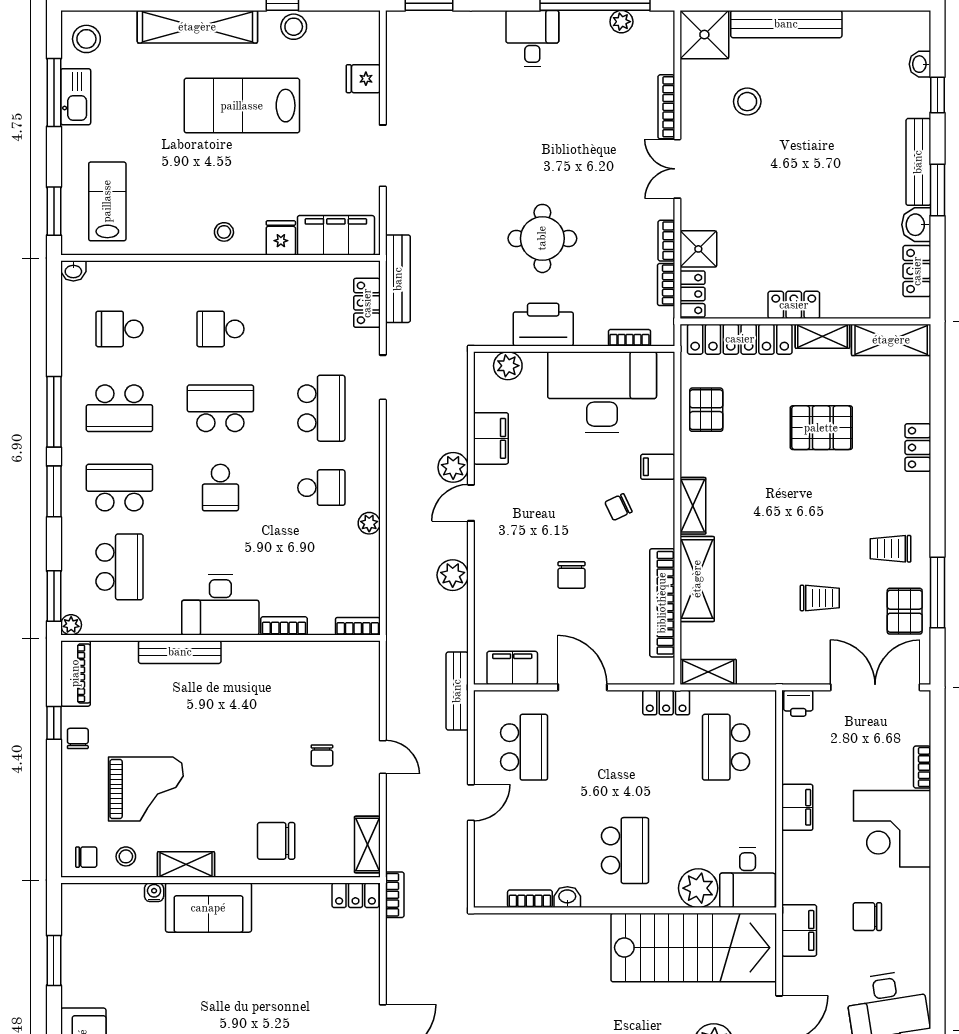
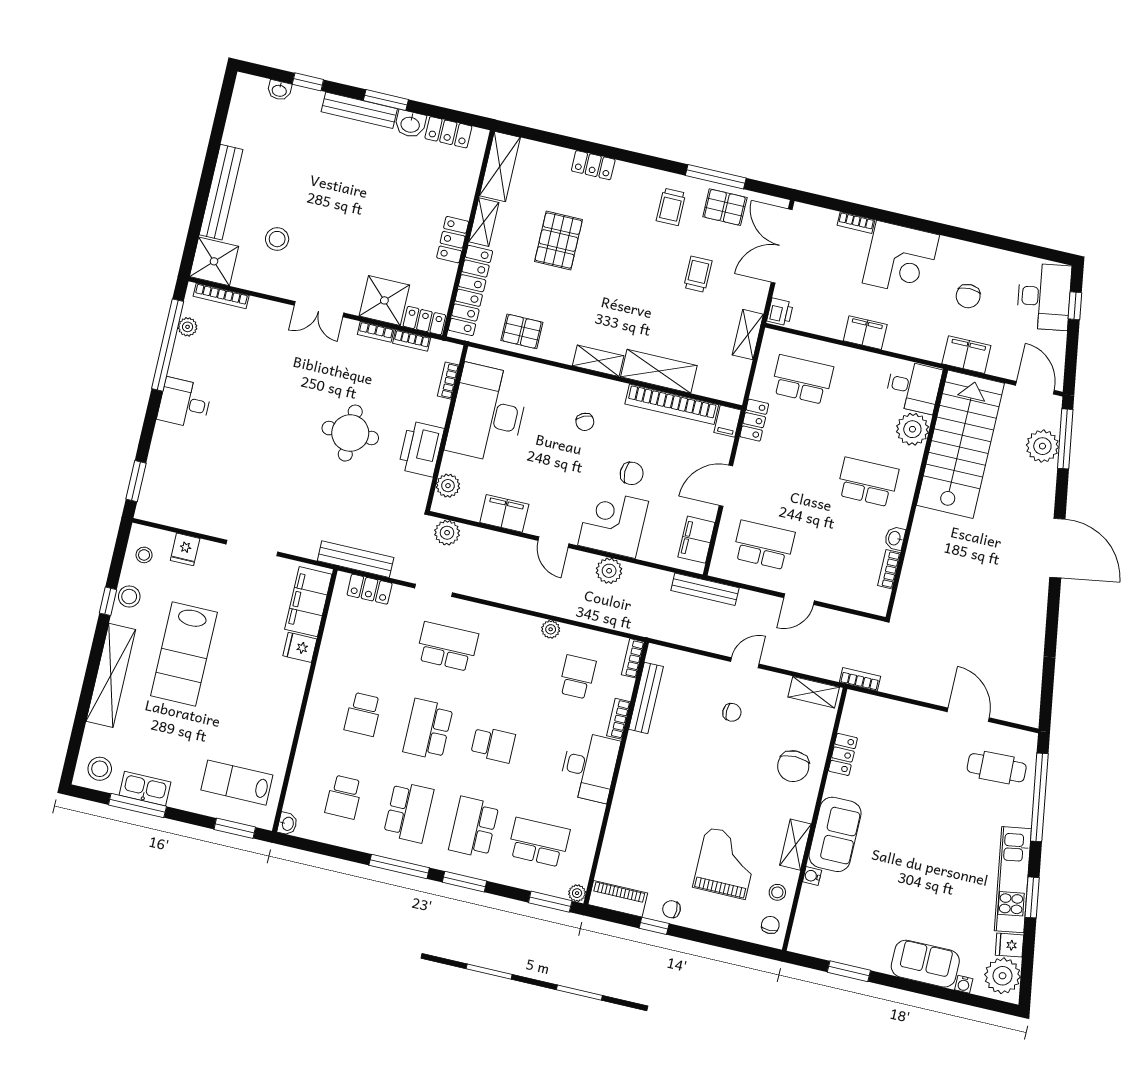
bookcase: (666, 107) -> (221, 296), moved
stool: (224, 232) -> (144, 555), moved
shower: (698, 249) -> (384, 300), width x1.36, depth x1.36
plant: (453, 467) -> (447, 533), moved
filing cabinet: (658, 467) -> (728, 421), moved
school desk: (321, 488) -> (577, 677), moved
corner desk: (509, 567) -> (613, 523), added
bench: (180, 652) -> (646, 698), moved
shelving: (708, 672) -> (748, 335), moved
school desk: (726, 747) -> (802, 380), turned 180
door: (471, 803) -> (799, 599), swing flipped
locker: (355, 895) -> (843, 754), moved

